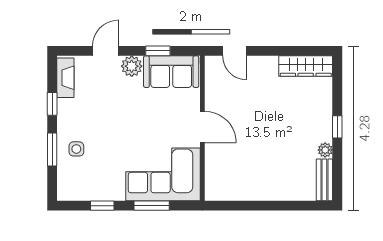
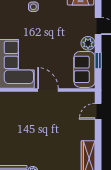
door: (202, 127) -> (48, 90), swing flipped

